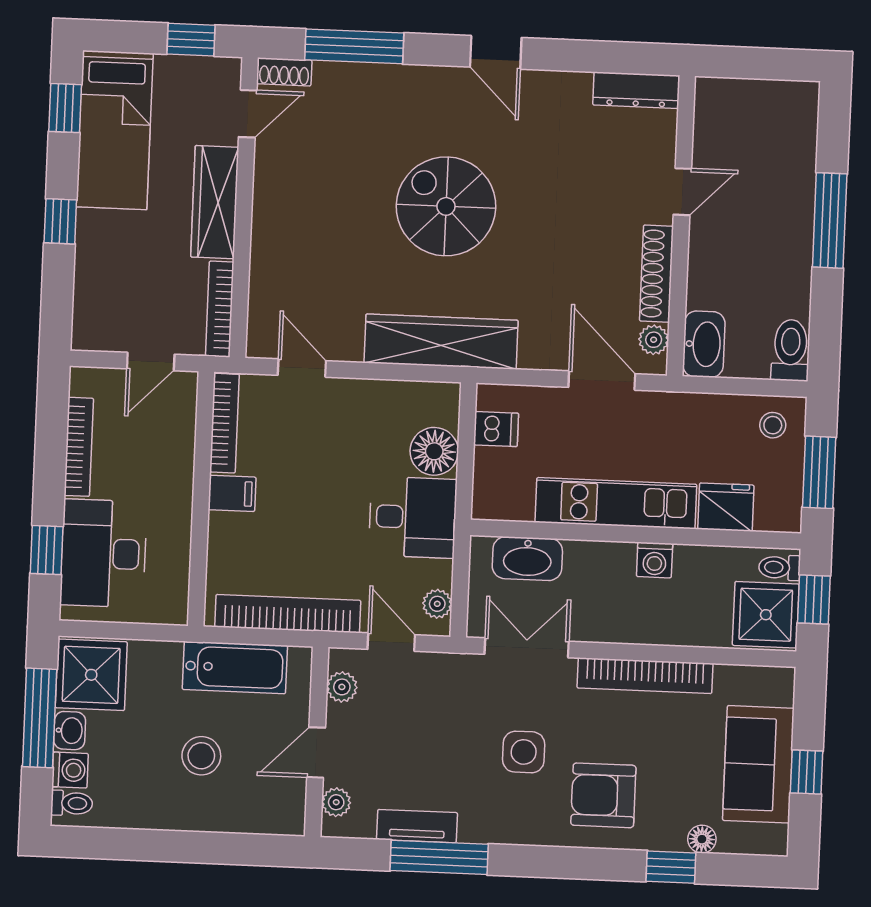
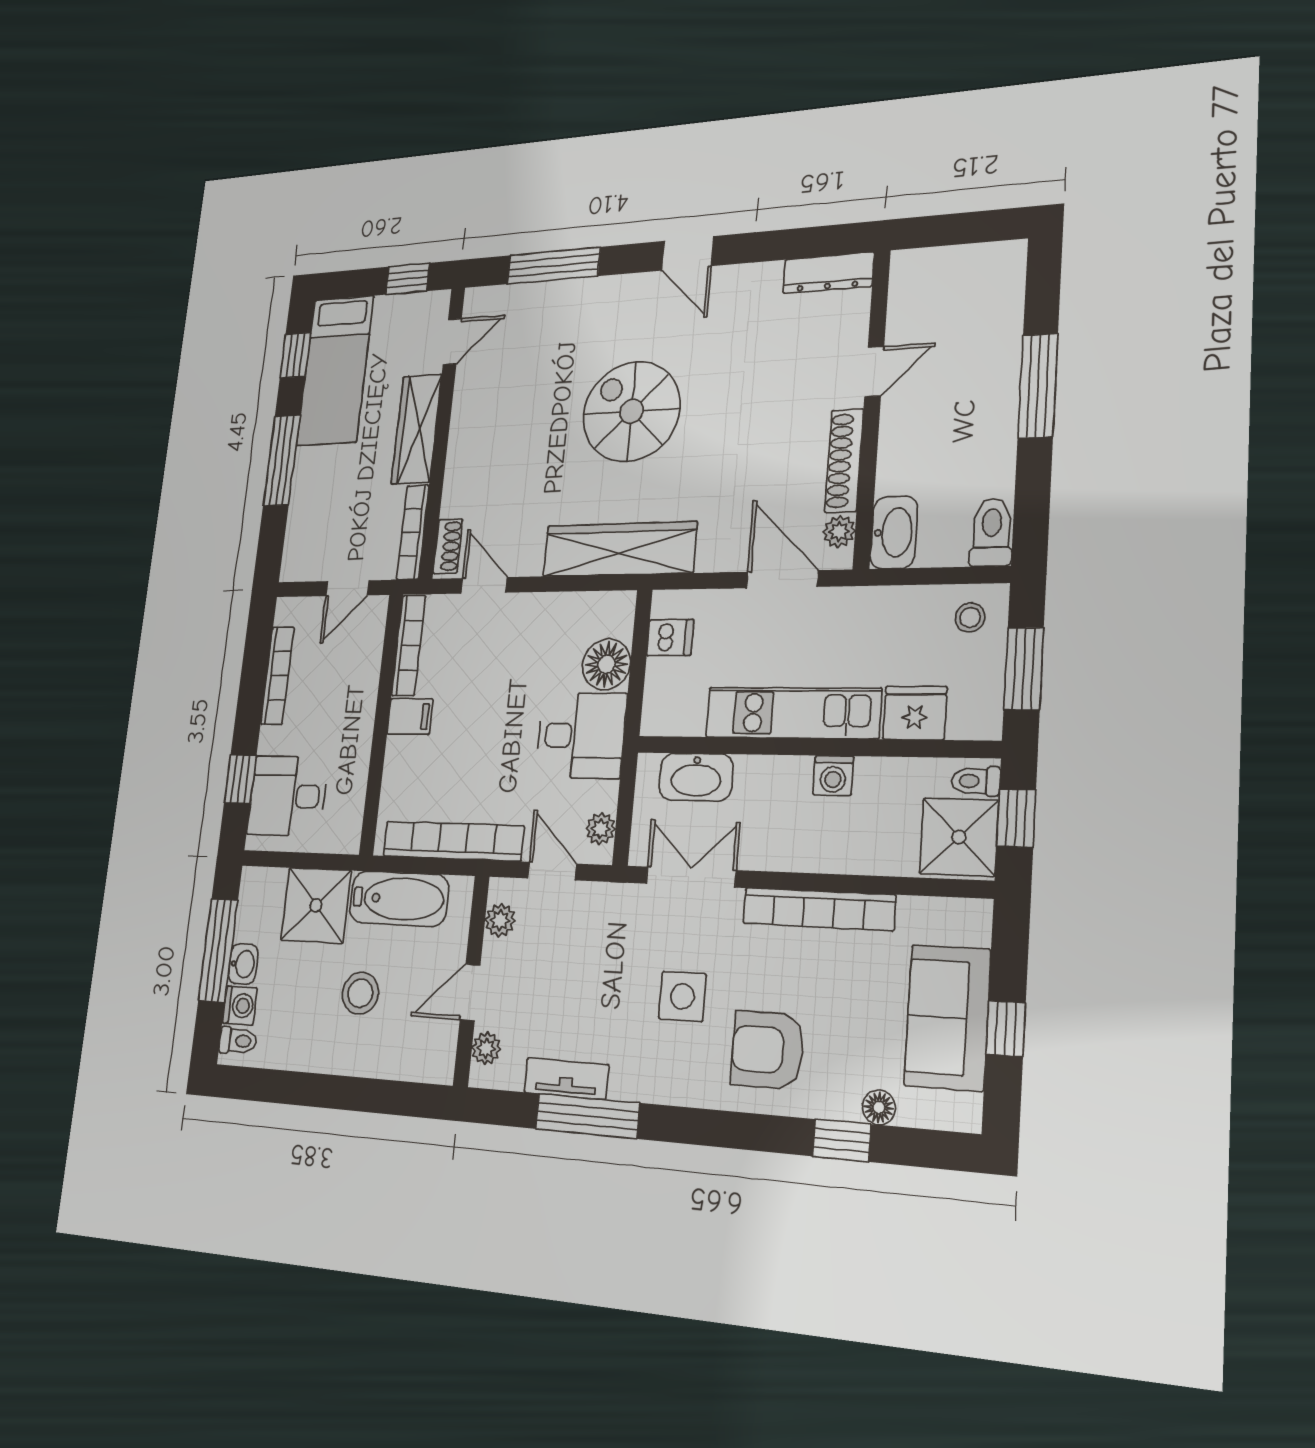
shoe rack: (284, 72) -> (448, 546), moved, turned -90
window: (60, 221) -> (282, 460), width x2.17
desk: (103, 553) -> (288, 796), width x0.73
shower: (91, 675) -> (316, 905), moved

